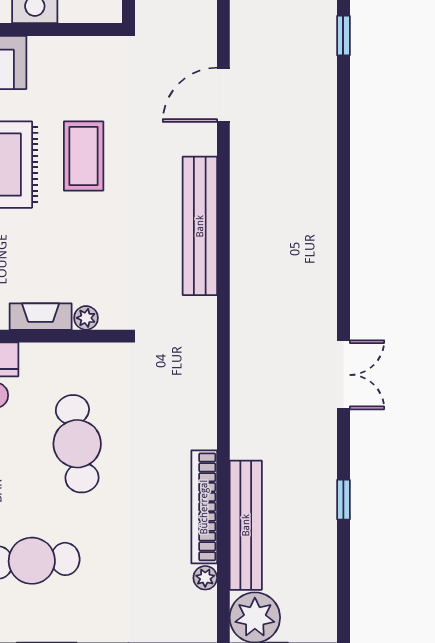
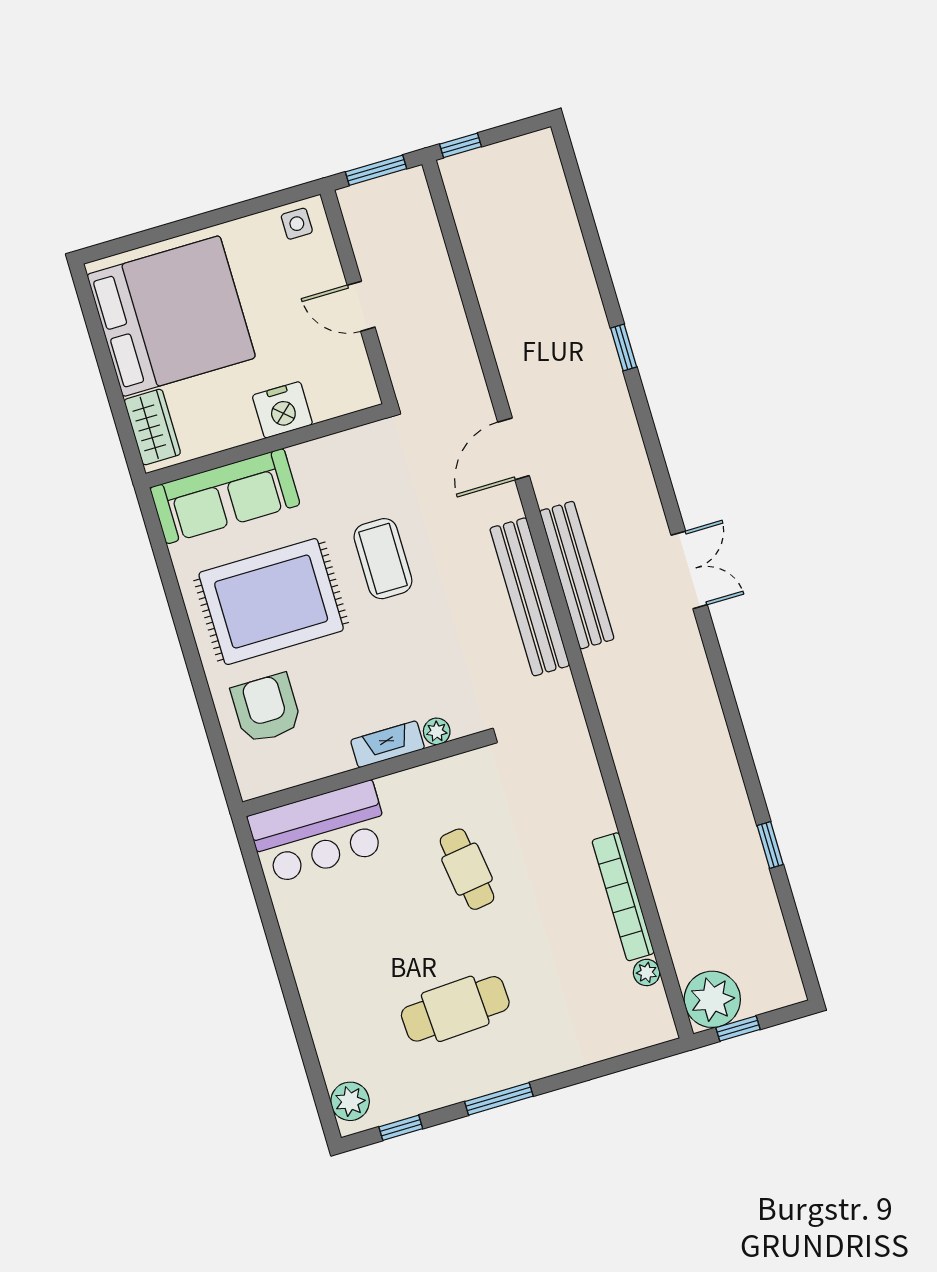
double door: (343, 375) -> (689, 570), moved
cafe table: (77, 444) -> (467, 869), width x0.73, depth x0.74
bench: (246, 525) -> (577, 575), moved

